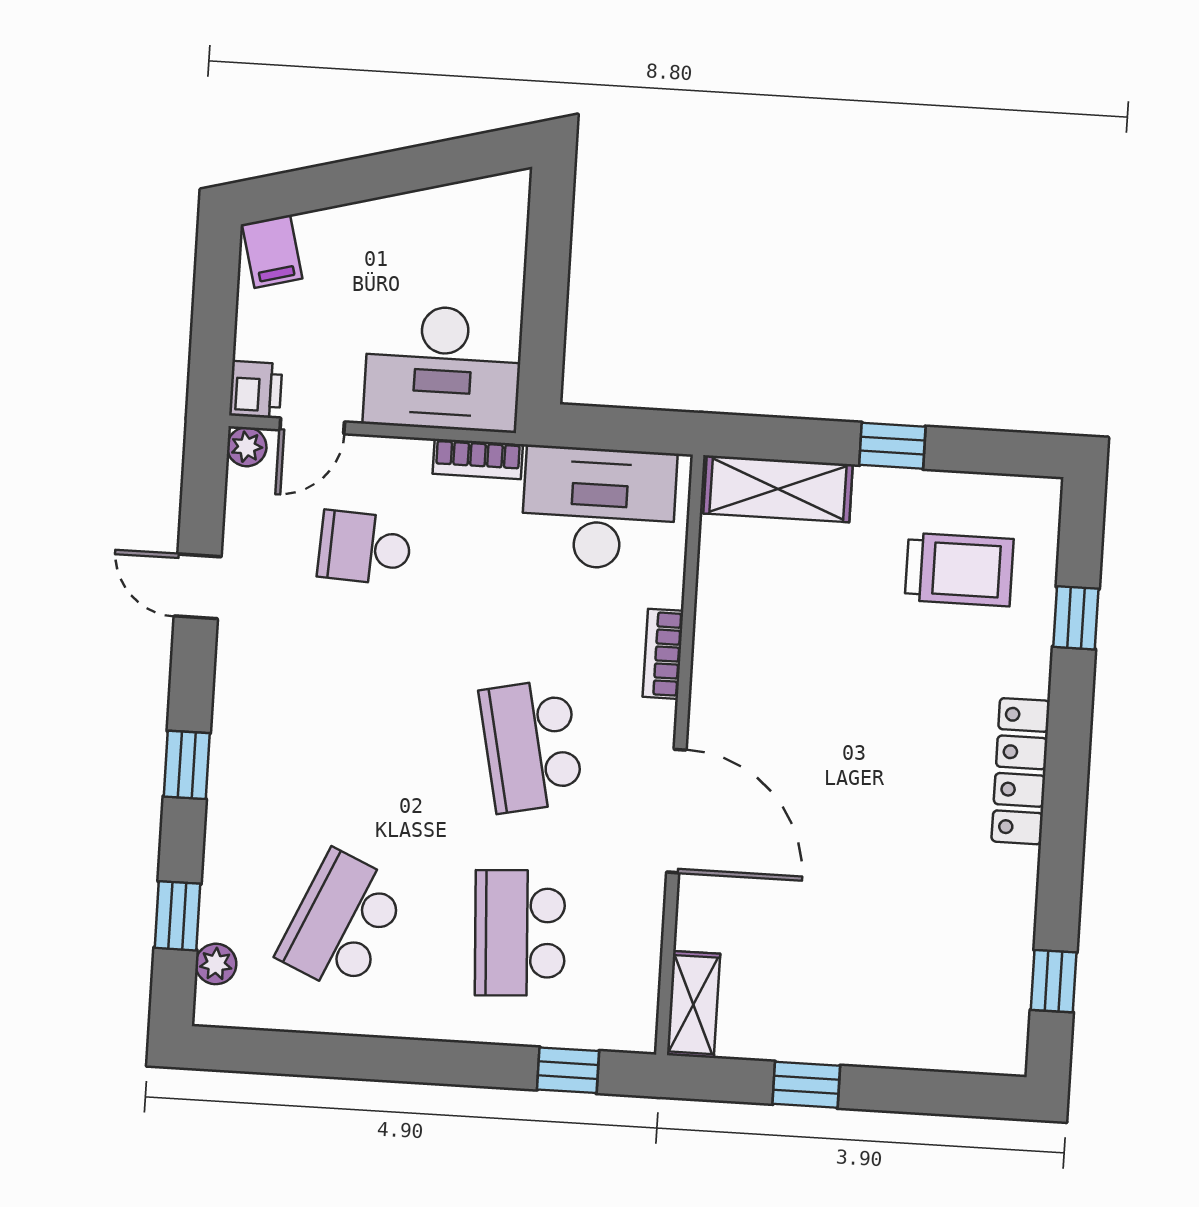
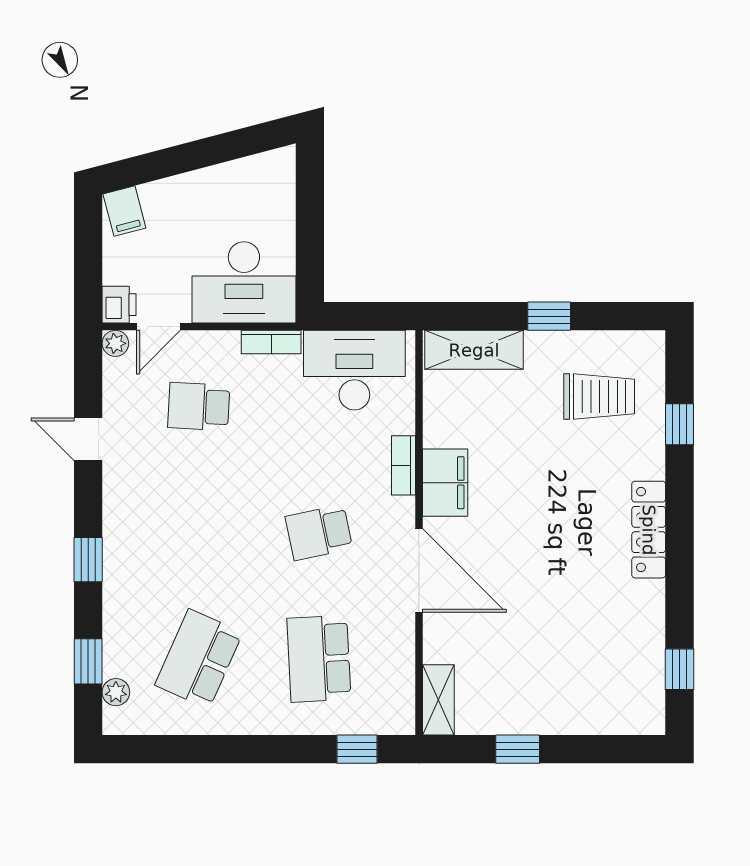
filing cabinet: (723, 683) -> (445, 483), added
school desk: (531, 746) -> (319, 533), width x0.54

